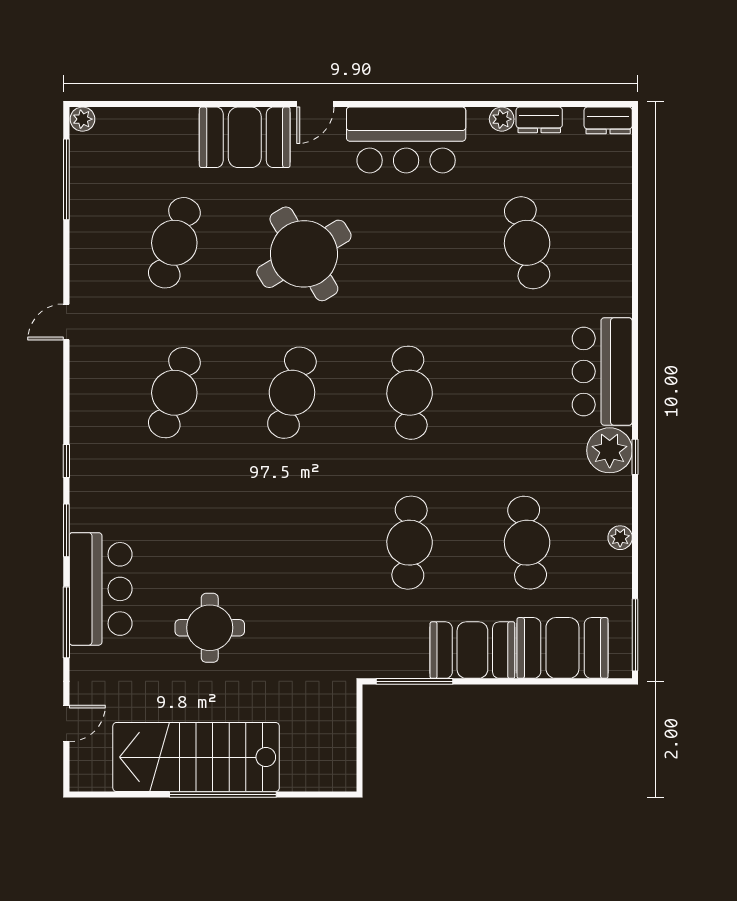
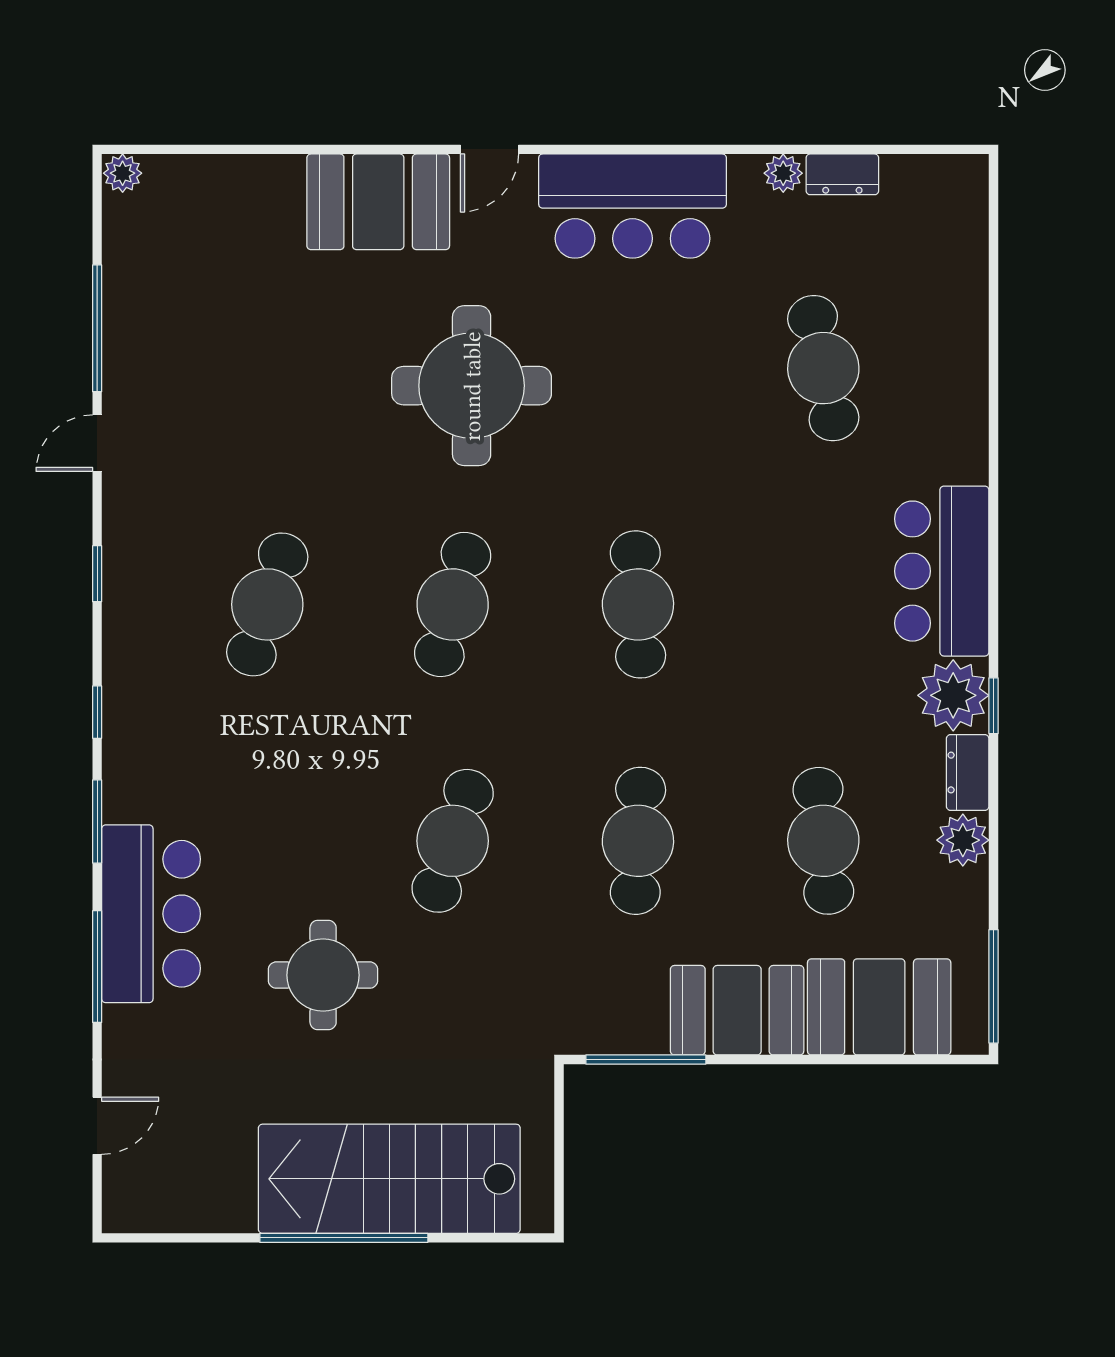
dresser: (608, 120) -> (968, 773), moved, turned 90
window: (66, 179) -> (97, 328), moved
cafe table: (174, 243) -> (453, 841), moved
round table: (304, 254) -> (472, 386), turned 31
door: (66, 322) -> (97, 443), moved
window: (66, 373) -> (97, 574), added
plant: (620, 538) -> (963, 840), width x1.38, depth x1.38
stairs: (196, 757) -> (389, 1179), moved

